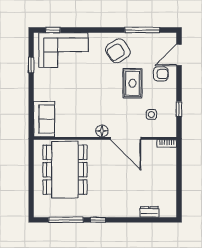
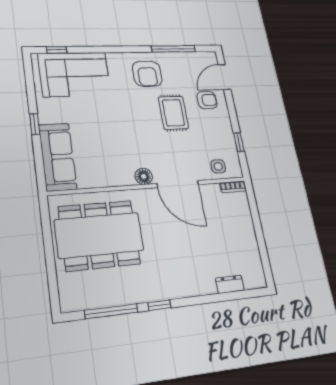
armchair: (118, 51) -> (147, 74), turned -57
window: (31, 65) -> (35, 124), moved
side table: (151, 115) -> (218, 166), moved
sofa: (44, 119) -> (58, 157), width x1.36
dining table: (65, 170) -> (99, 235), turned 90

